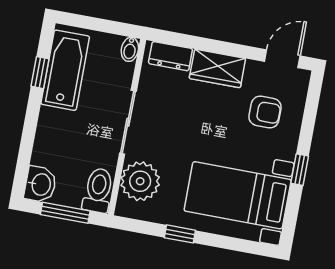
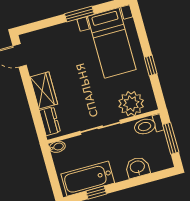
armchair: (265, 112) -> (56, 50), removed
window: (300, 170) -> (79, 14), width x1.50
washbasin: (40, 184) -> (137, 167), moved

